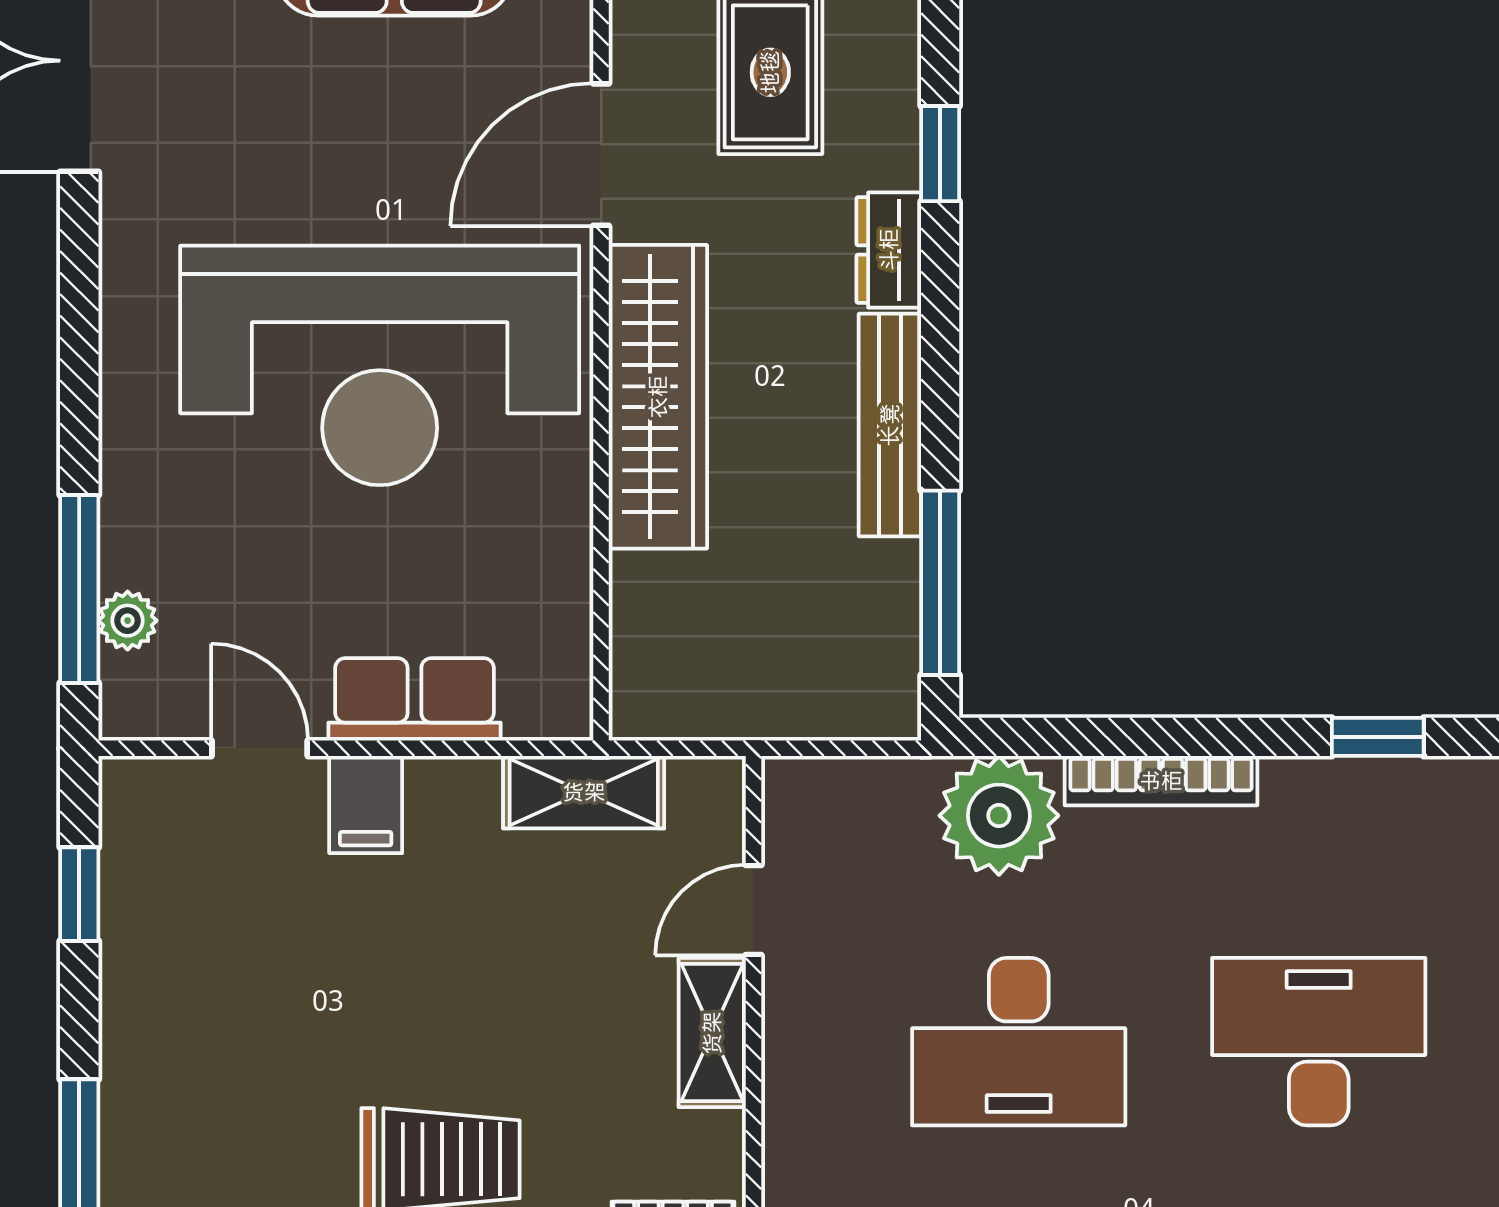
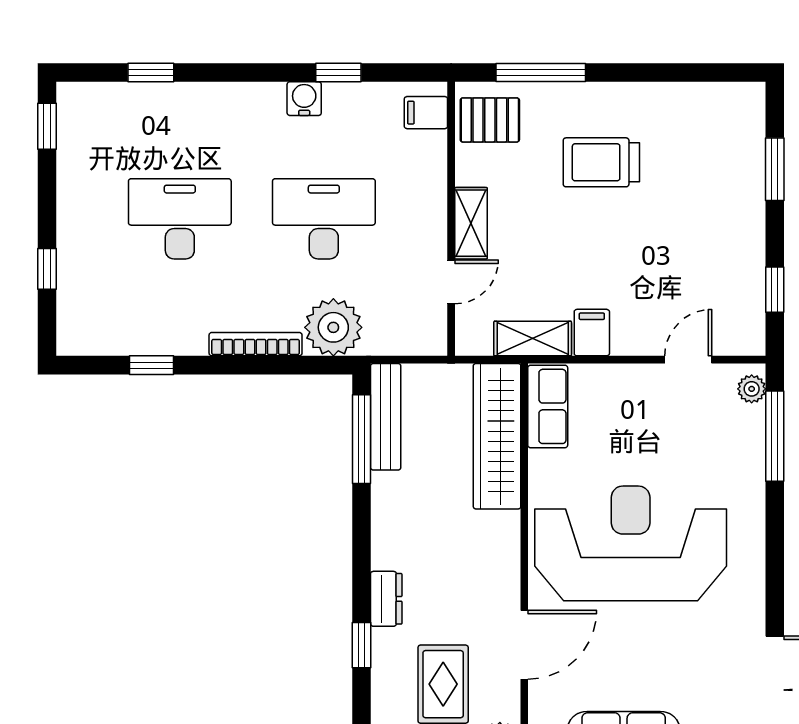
wardrobe: (658, 397) -> (497, 436), moved
bench: (890, 425) -> (386, 417), moved
plant: (128, 621) -> (752, 389), moved
row of seats: (414, 699) -> (548, 406), moved, turned -90
door: (260, 748) -> (688, 360), swing flipped
filing cabinet: (366, 805) -> (592, 333), moved
desk: (1319, 1042) -> (180, 219), turned 180

